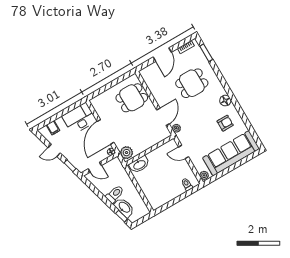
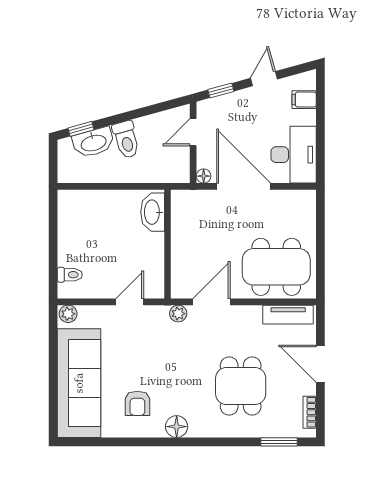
tv unit: (149, 81) -> (288, 315), added
dining table: (132, 98) -> (276, 267), width x1.38
door: (163, 117) -> (211, 302), swing flipped
plant: (127, 153) -> (186, 202), removed

